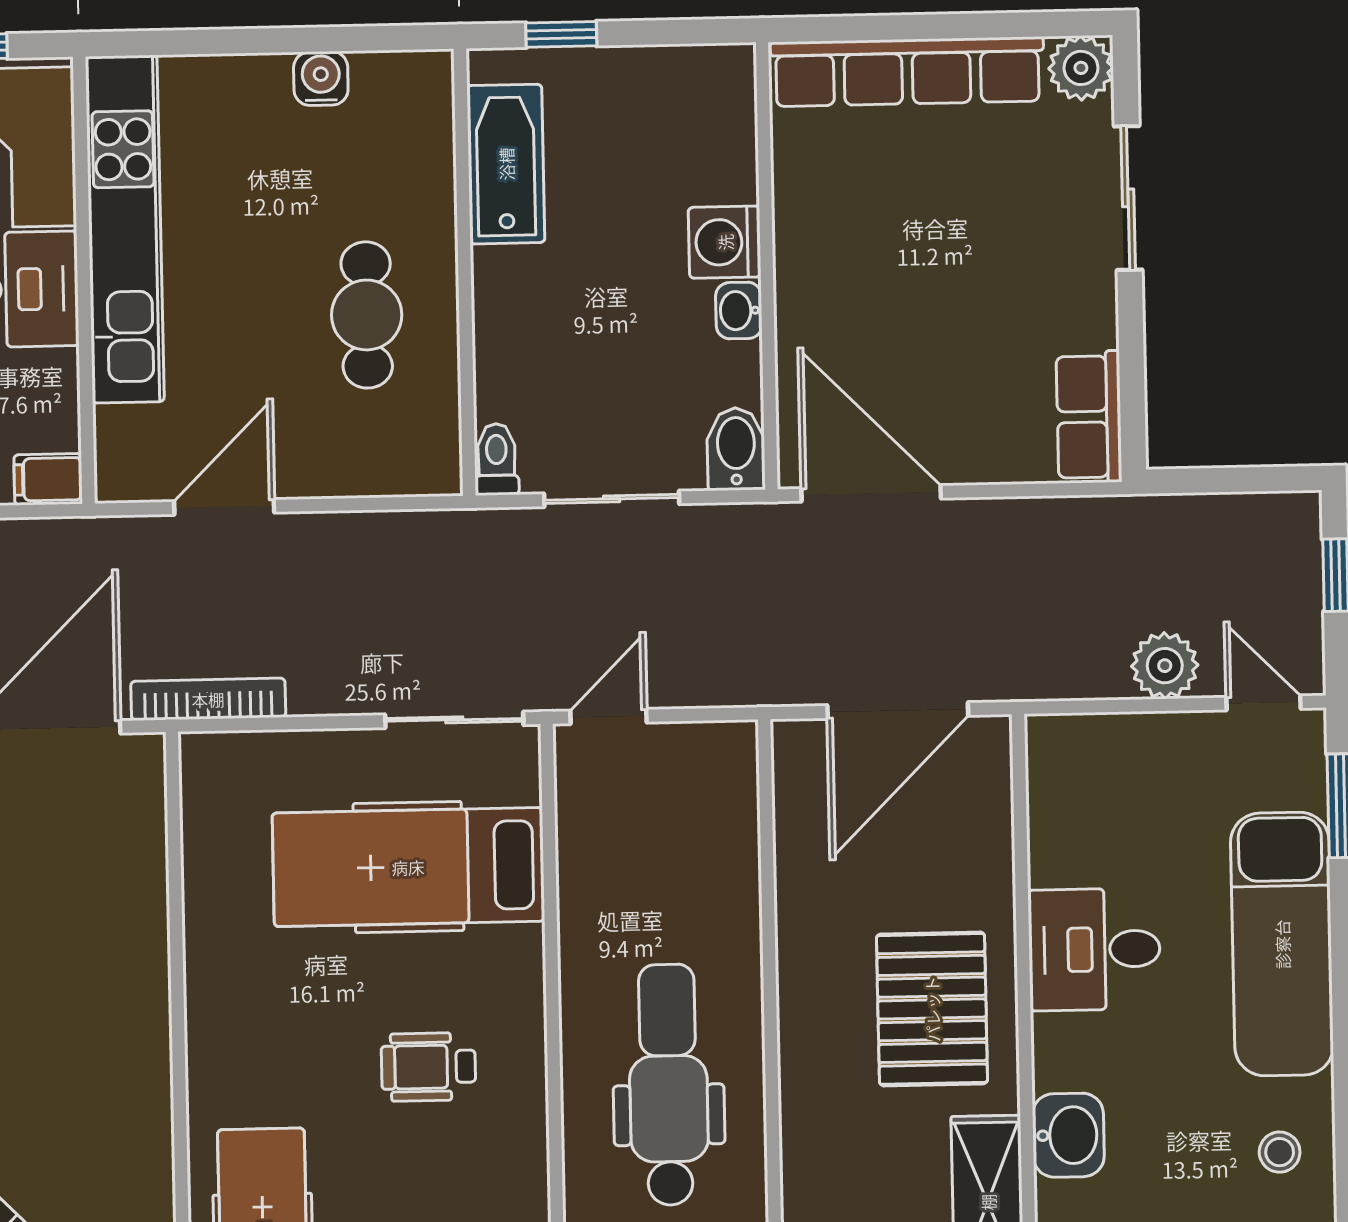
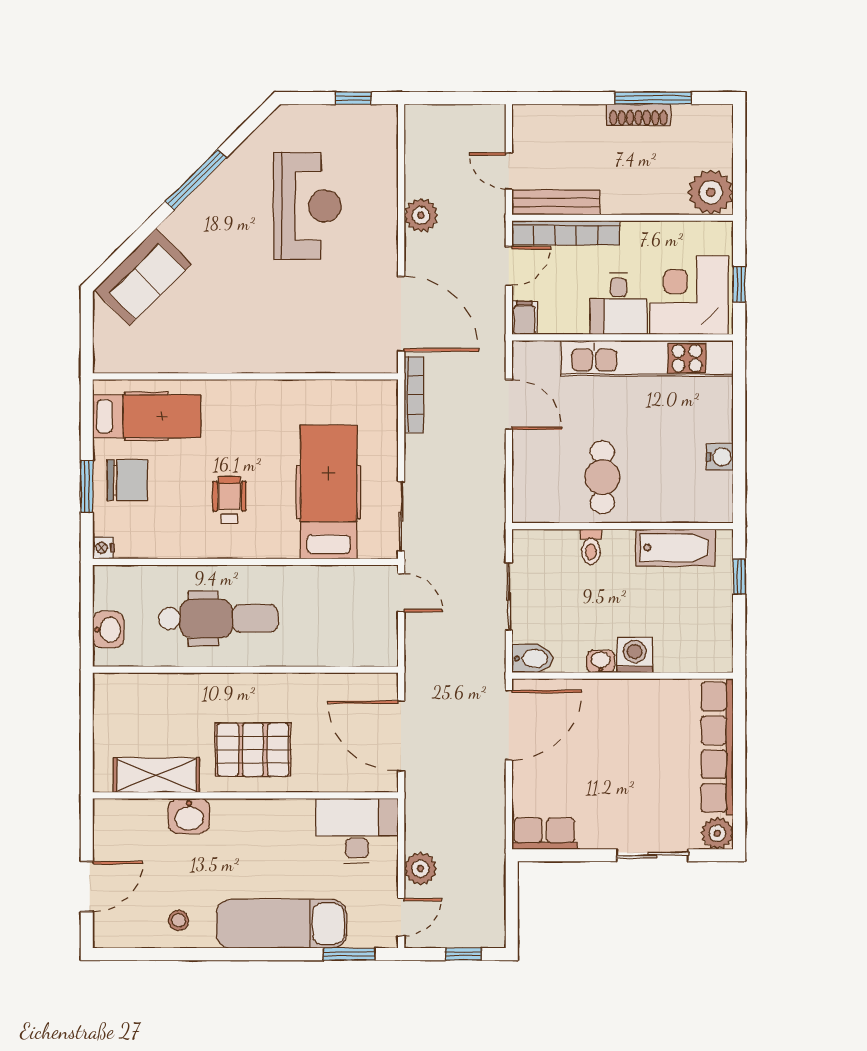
cafe table: (367, 315) -> (602, 477), turned 90
toilet: (497, 459) -> (591, 547), moved, turned 90
desk: (1094, 949) -> (357, 831), moved, width x1.37

